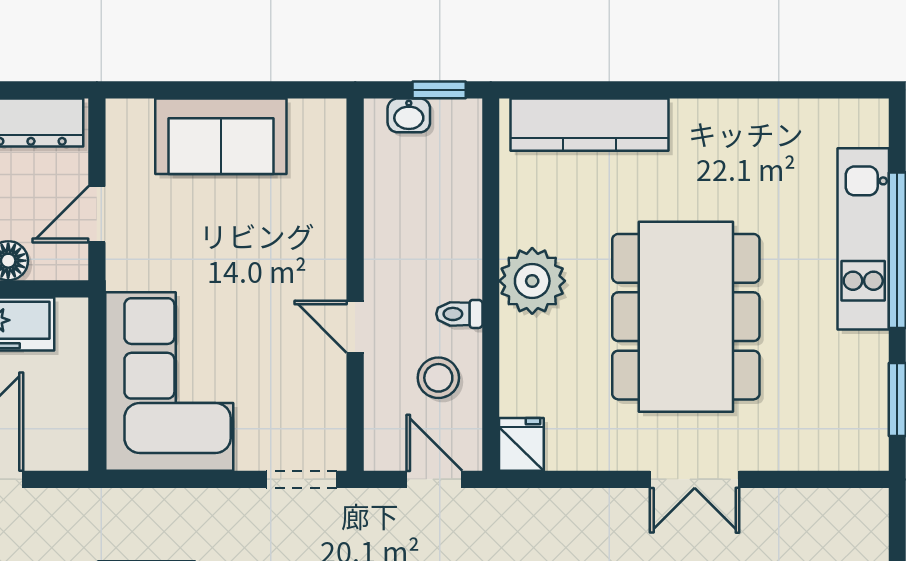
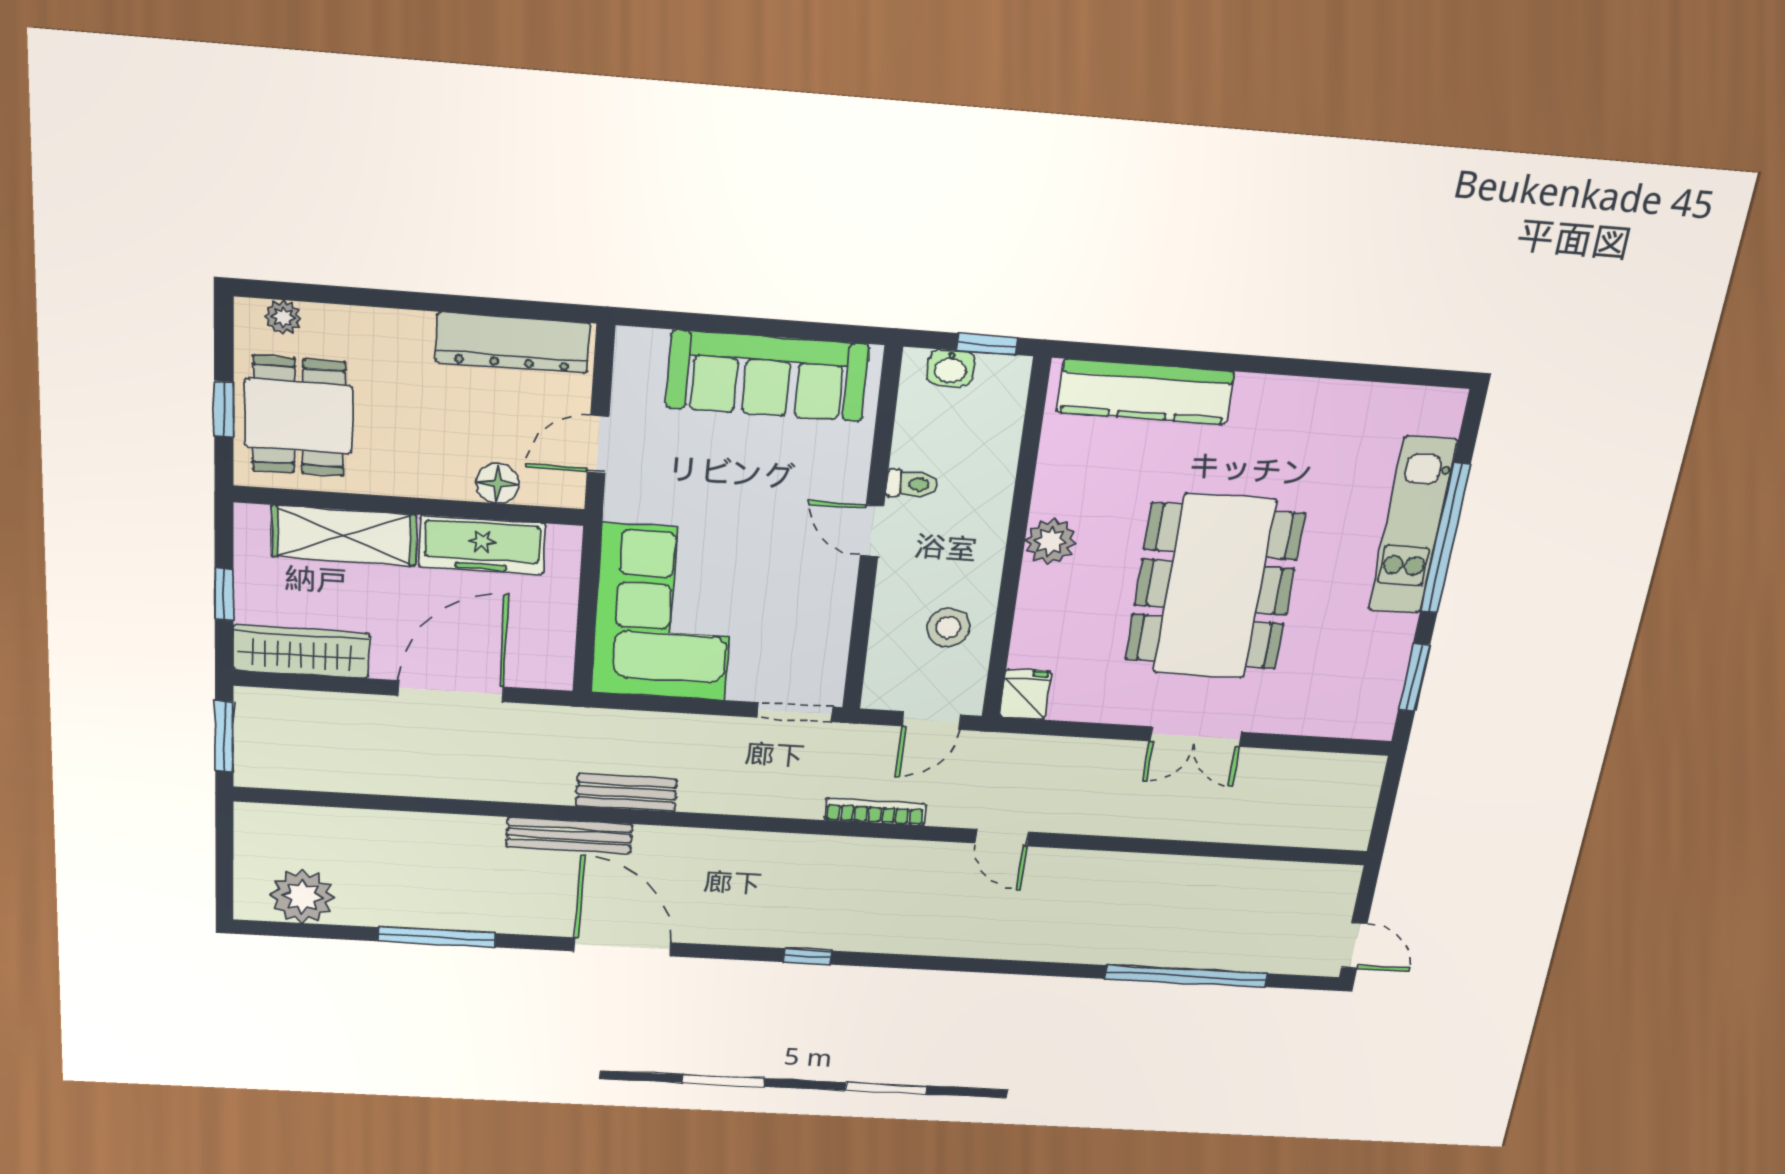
sofa: (221, 136) -> (767, 376), width x1.36
plant: (532, 281) -> (1051, 541), width x0.73, depth x0.73
toilet: (459, 314) -> (912, 484), moved, turned 180
door: (355, 327) -> (872, 531), moved
door: (434, 479) -> (932, 720), swing flipped

